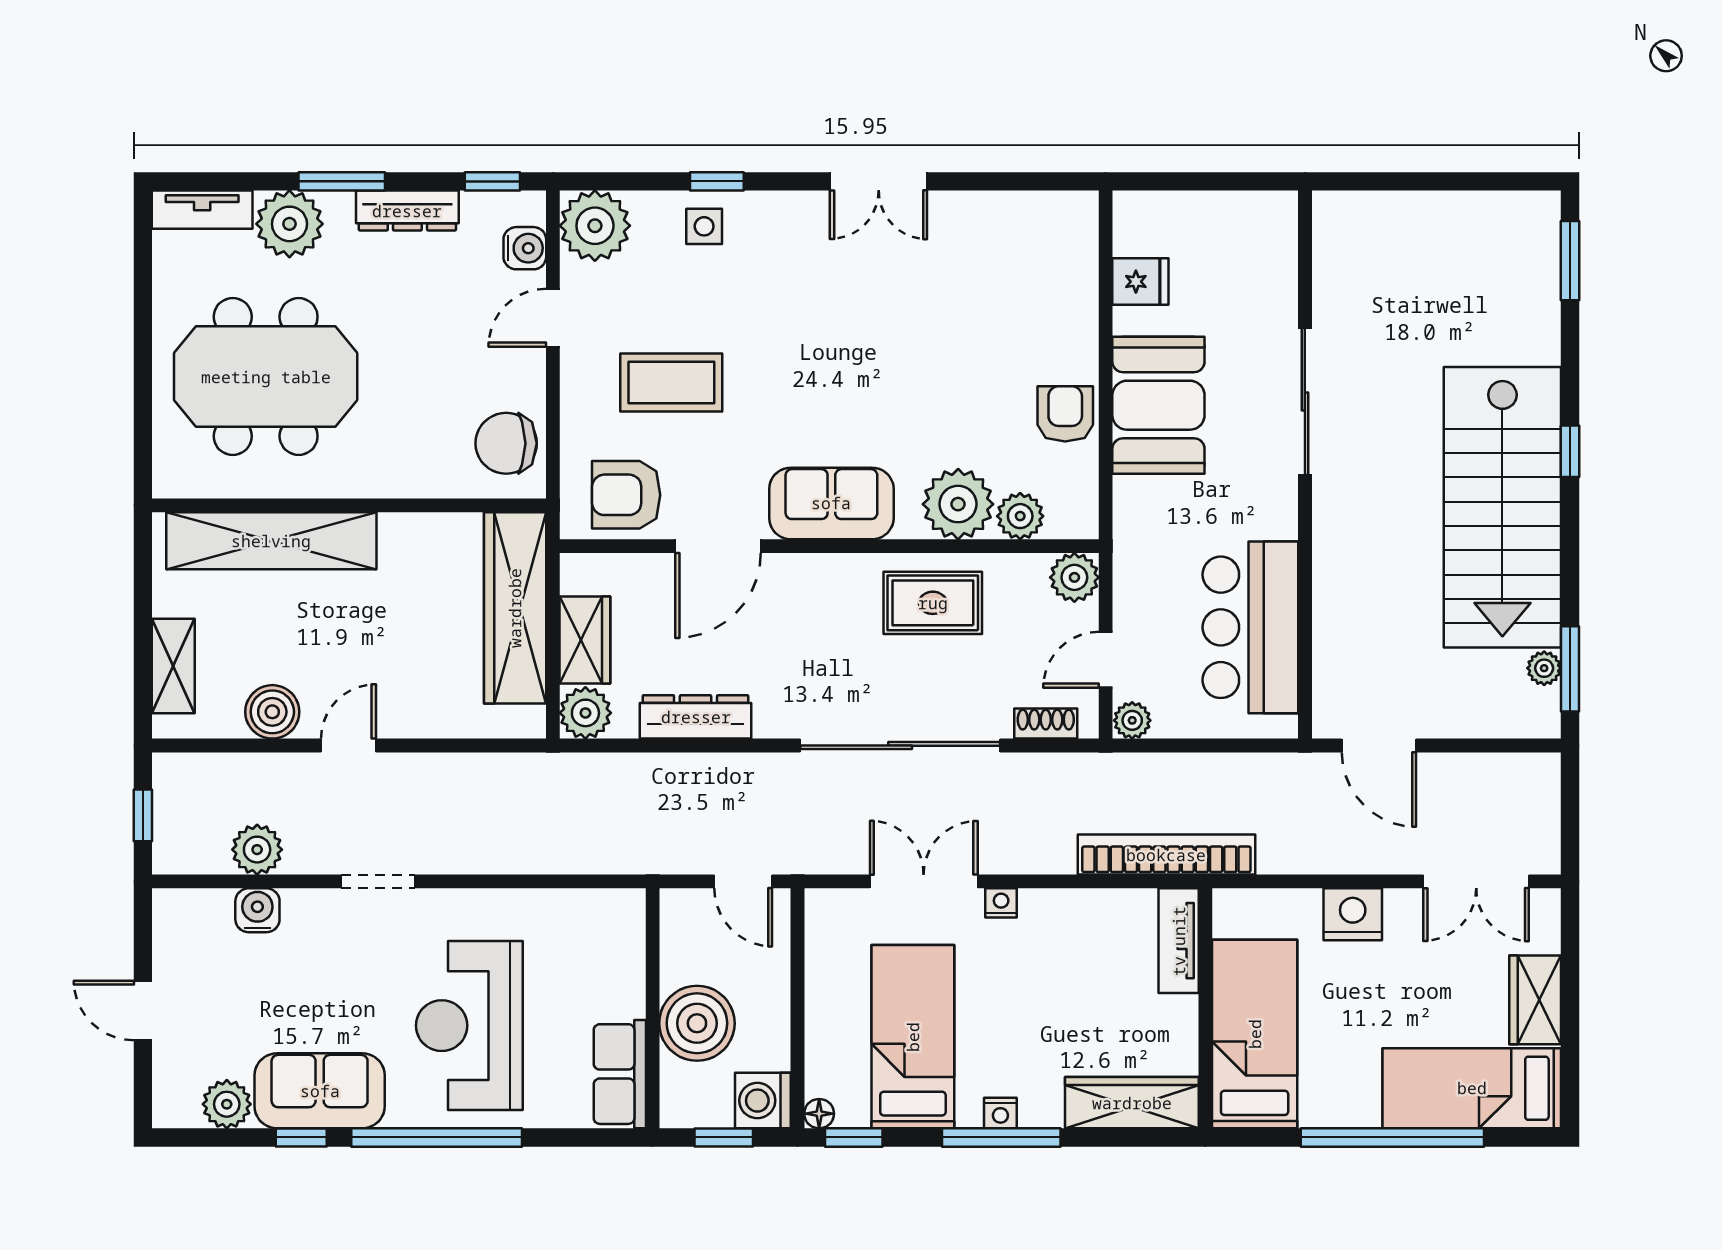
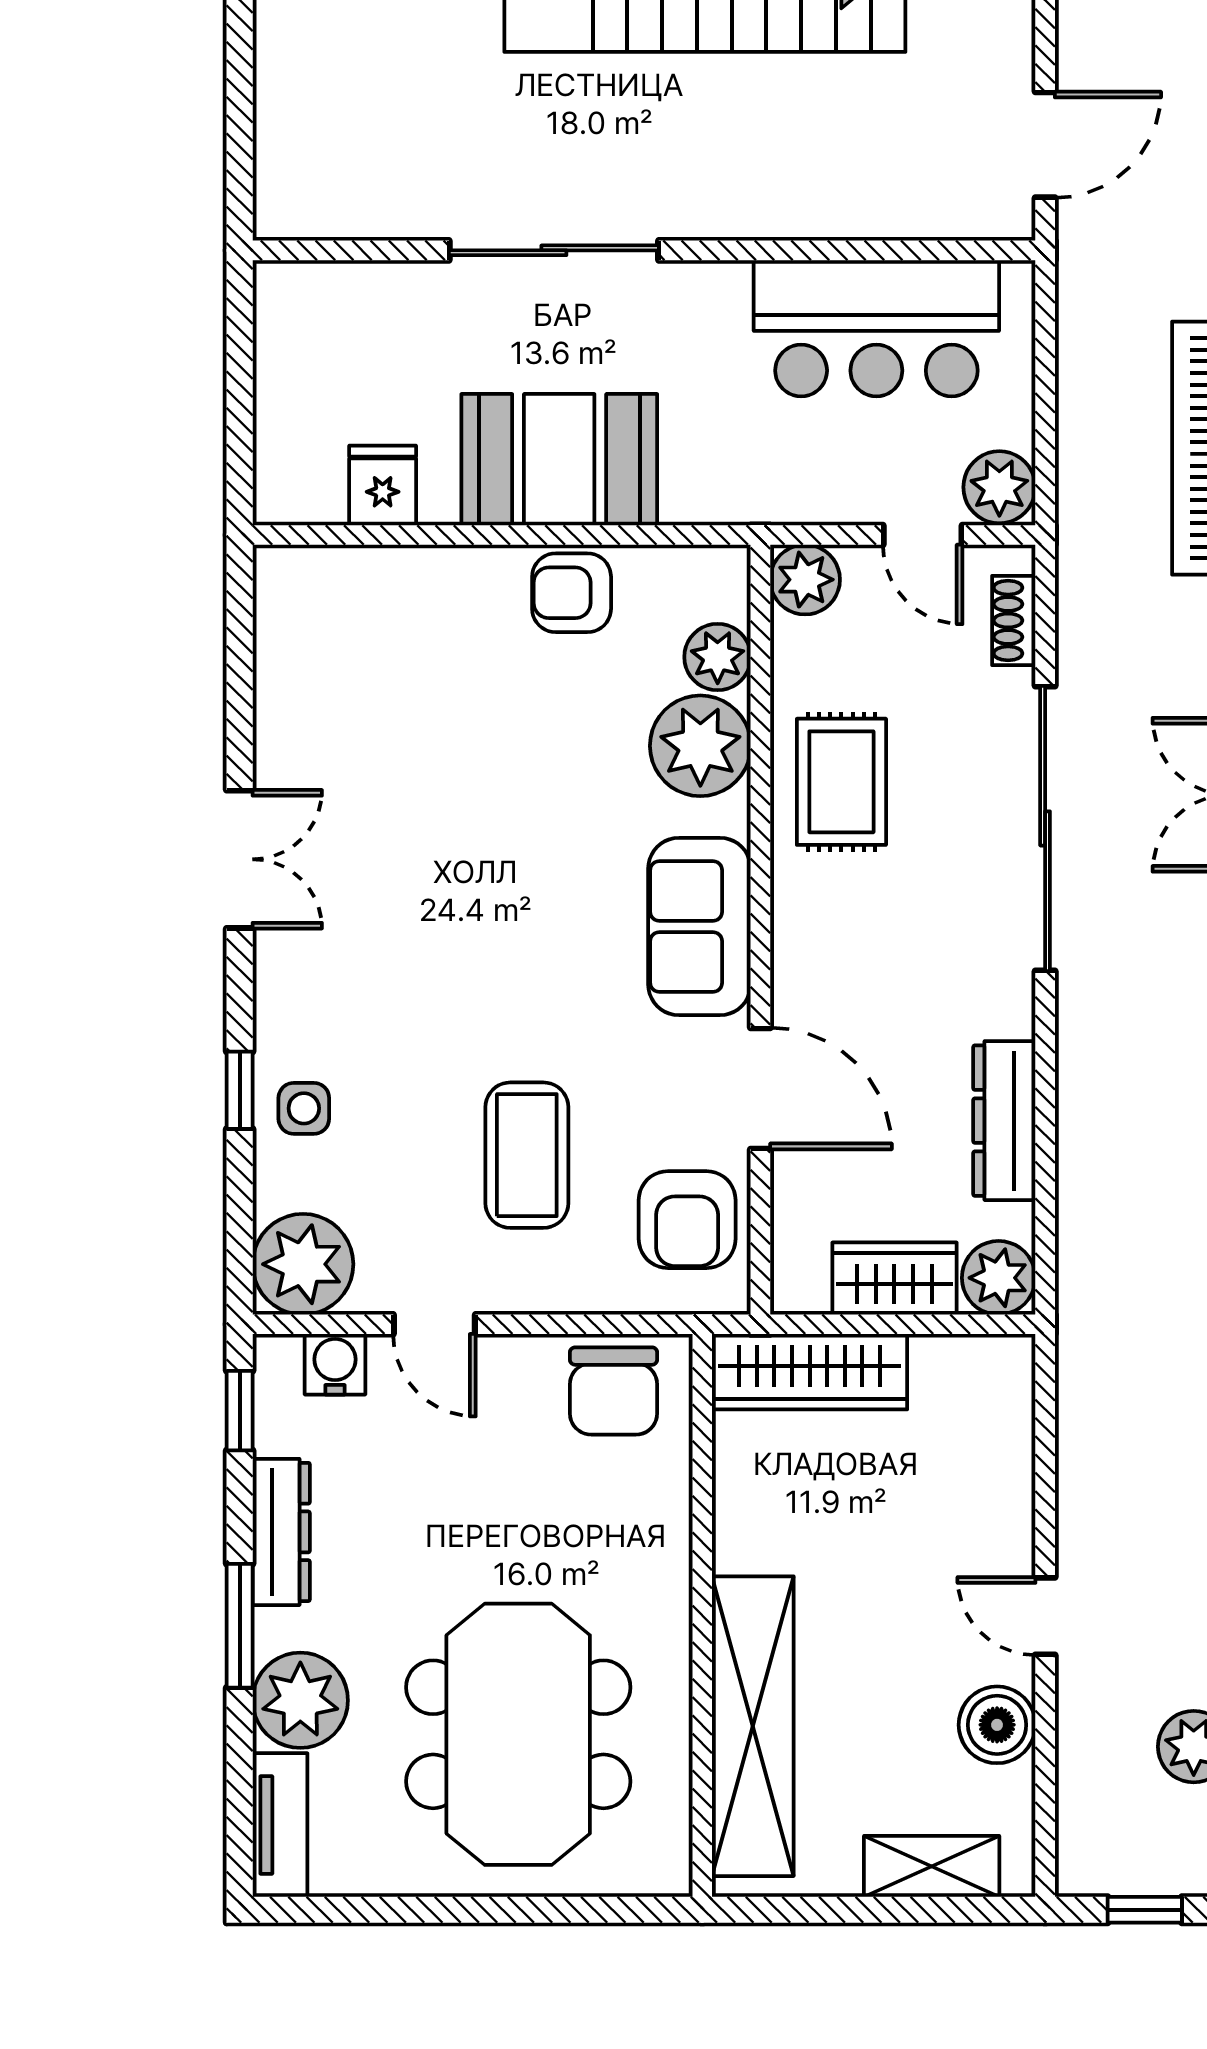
wardrobe: (515, 608) -> (810, 1372), width x0.71, depth x0.85
plant: (1132, 720) -> (999, 487), width x1.38, depth x1.38

